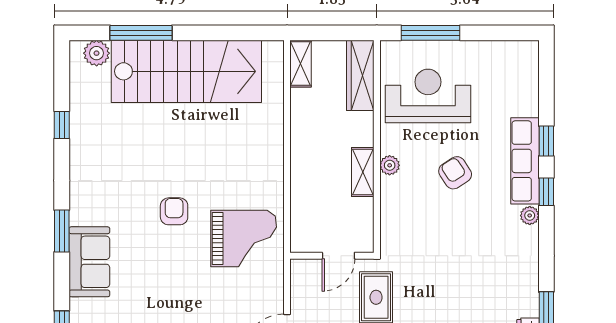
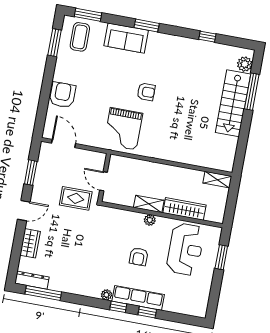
window: (431, 33) -> (221, 257), width x0.69
stairs: (186, 71) -> (233, 103), width x0.73, depth x0.66
wardrobe: (360, 75) -> (184, 209), moved
armchair: (455, 173) -> (139, 257), turned 123

